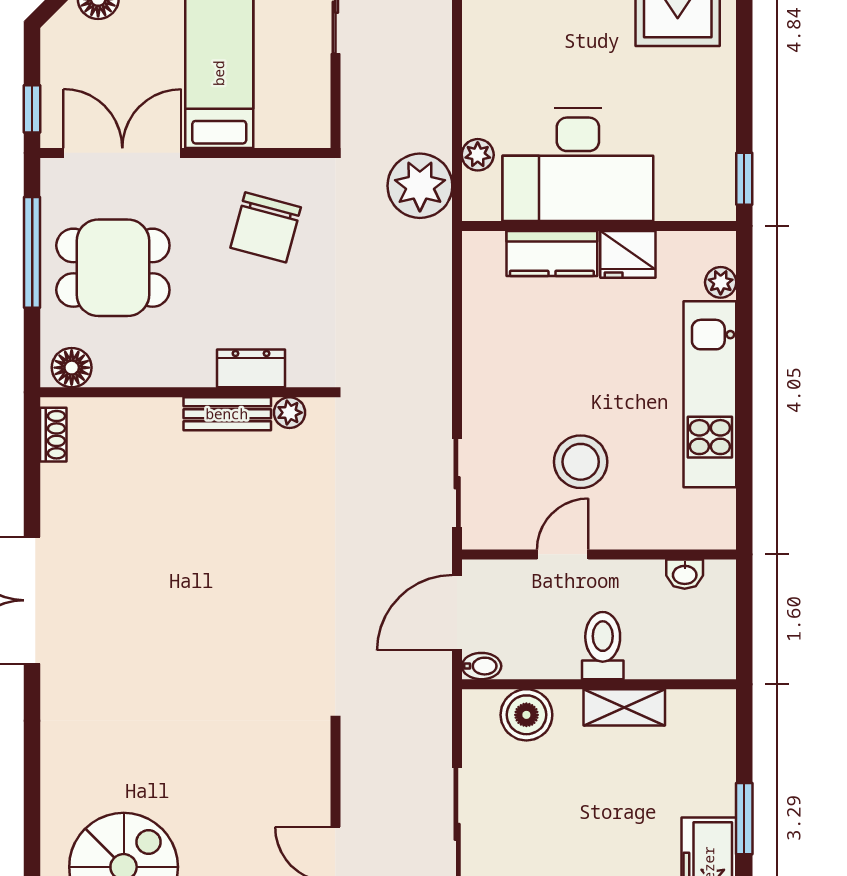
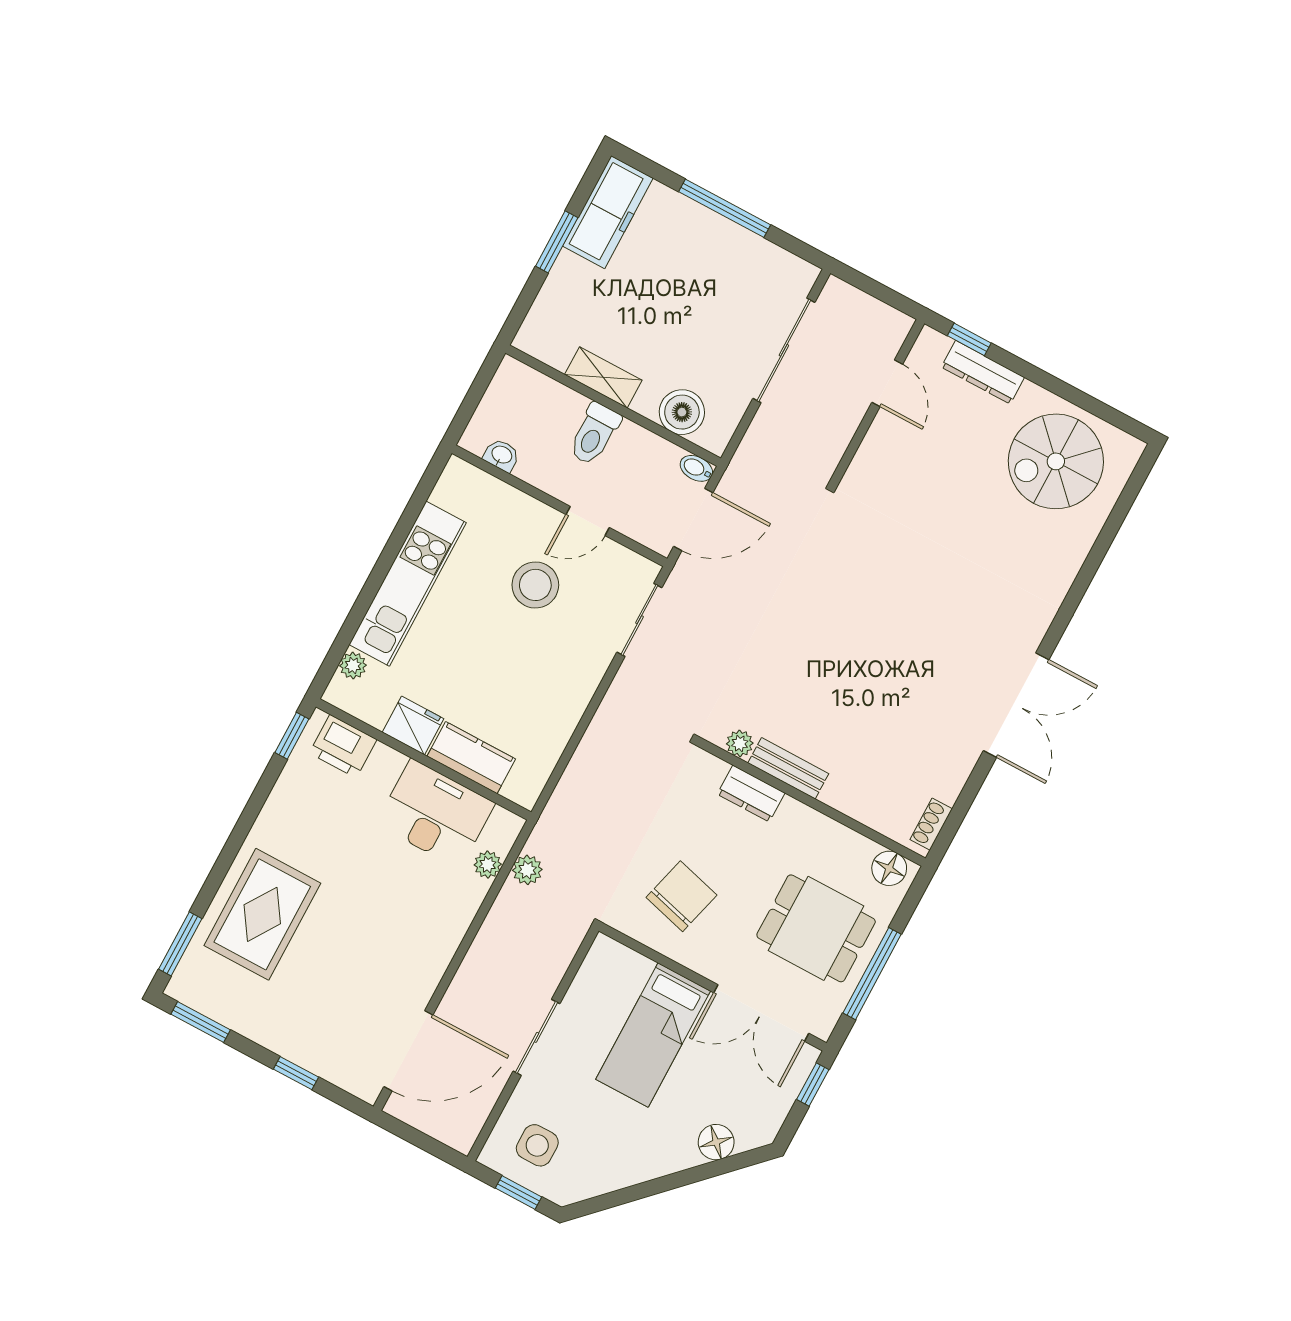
desk: (578, 165) -> (435, 814), width x0.73, depth x0.77
plant: (420, 186) -> (527, 870), width x0.53, depth x0.53
printer: (687, 196) -> (343, 746), added

